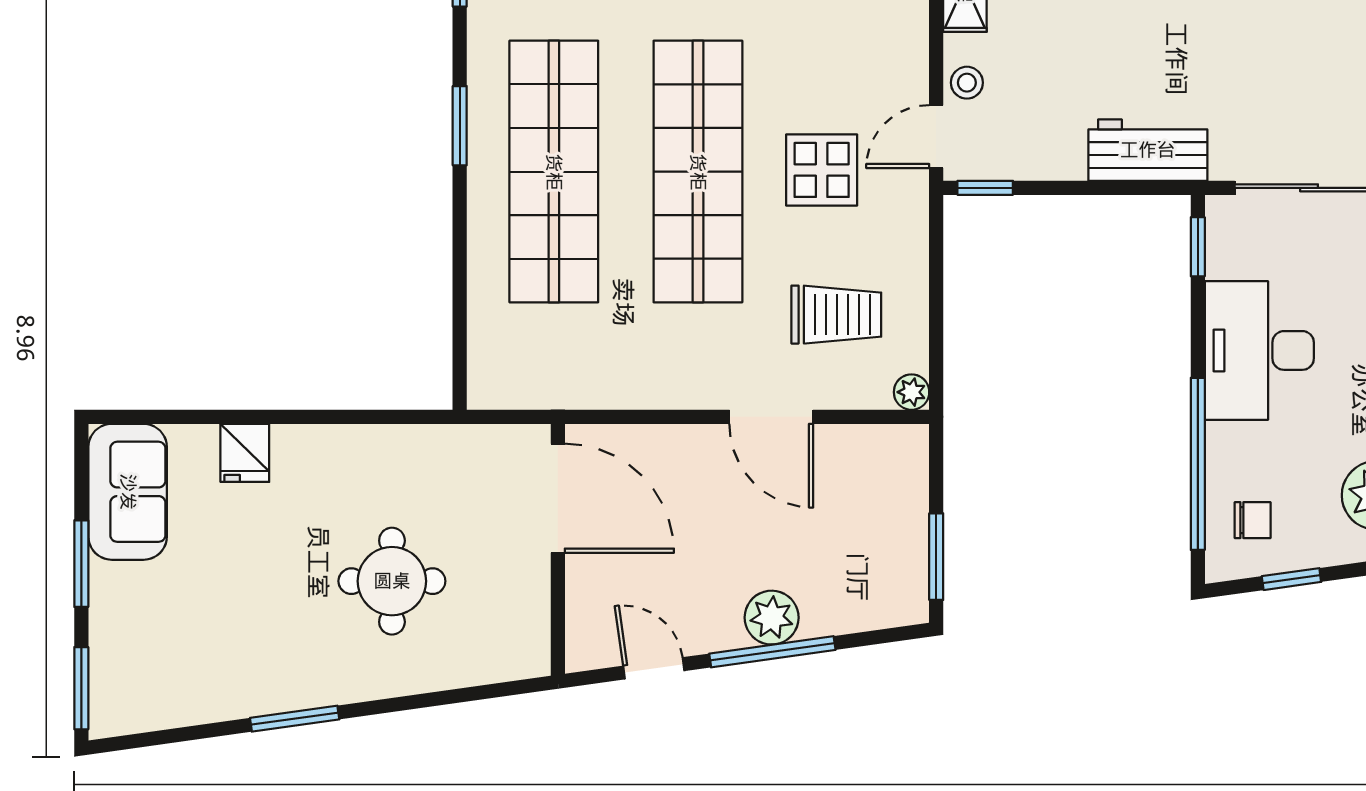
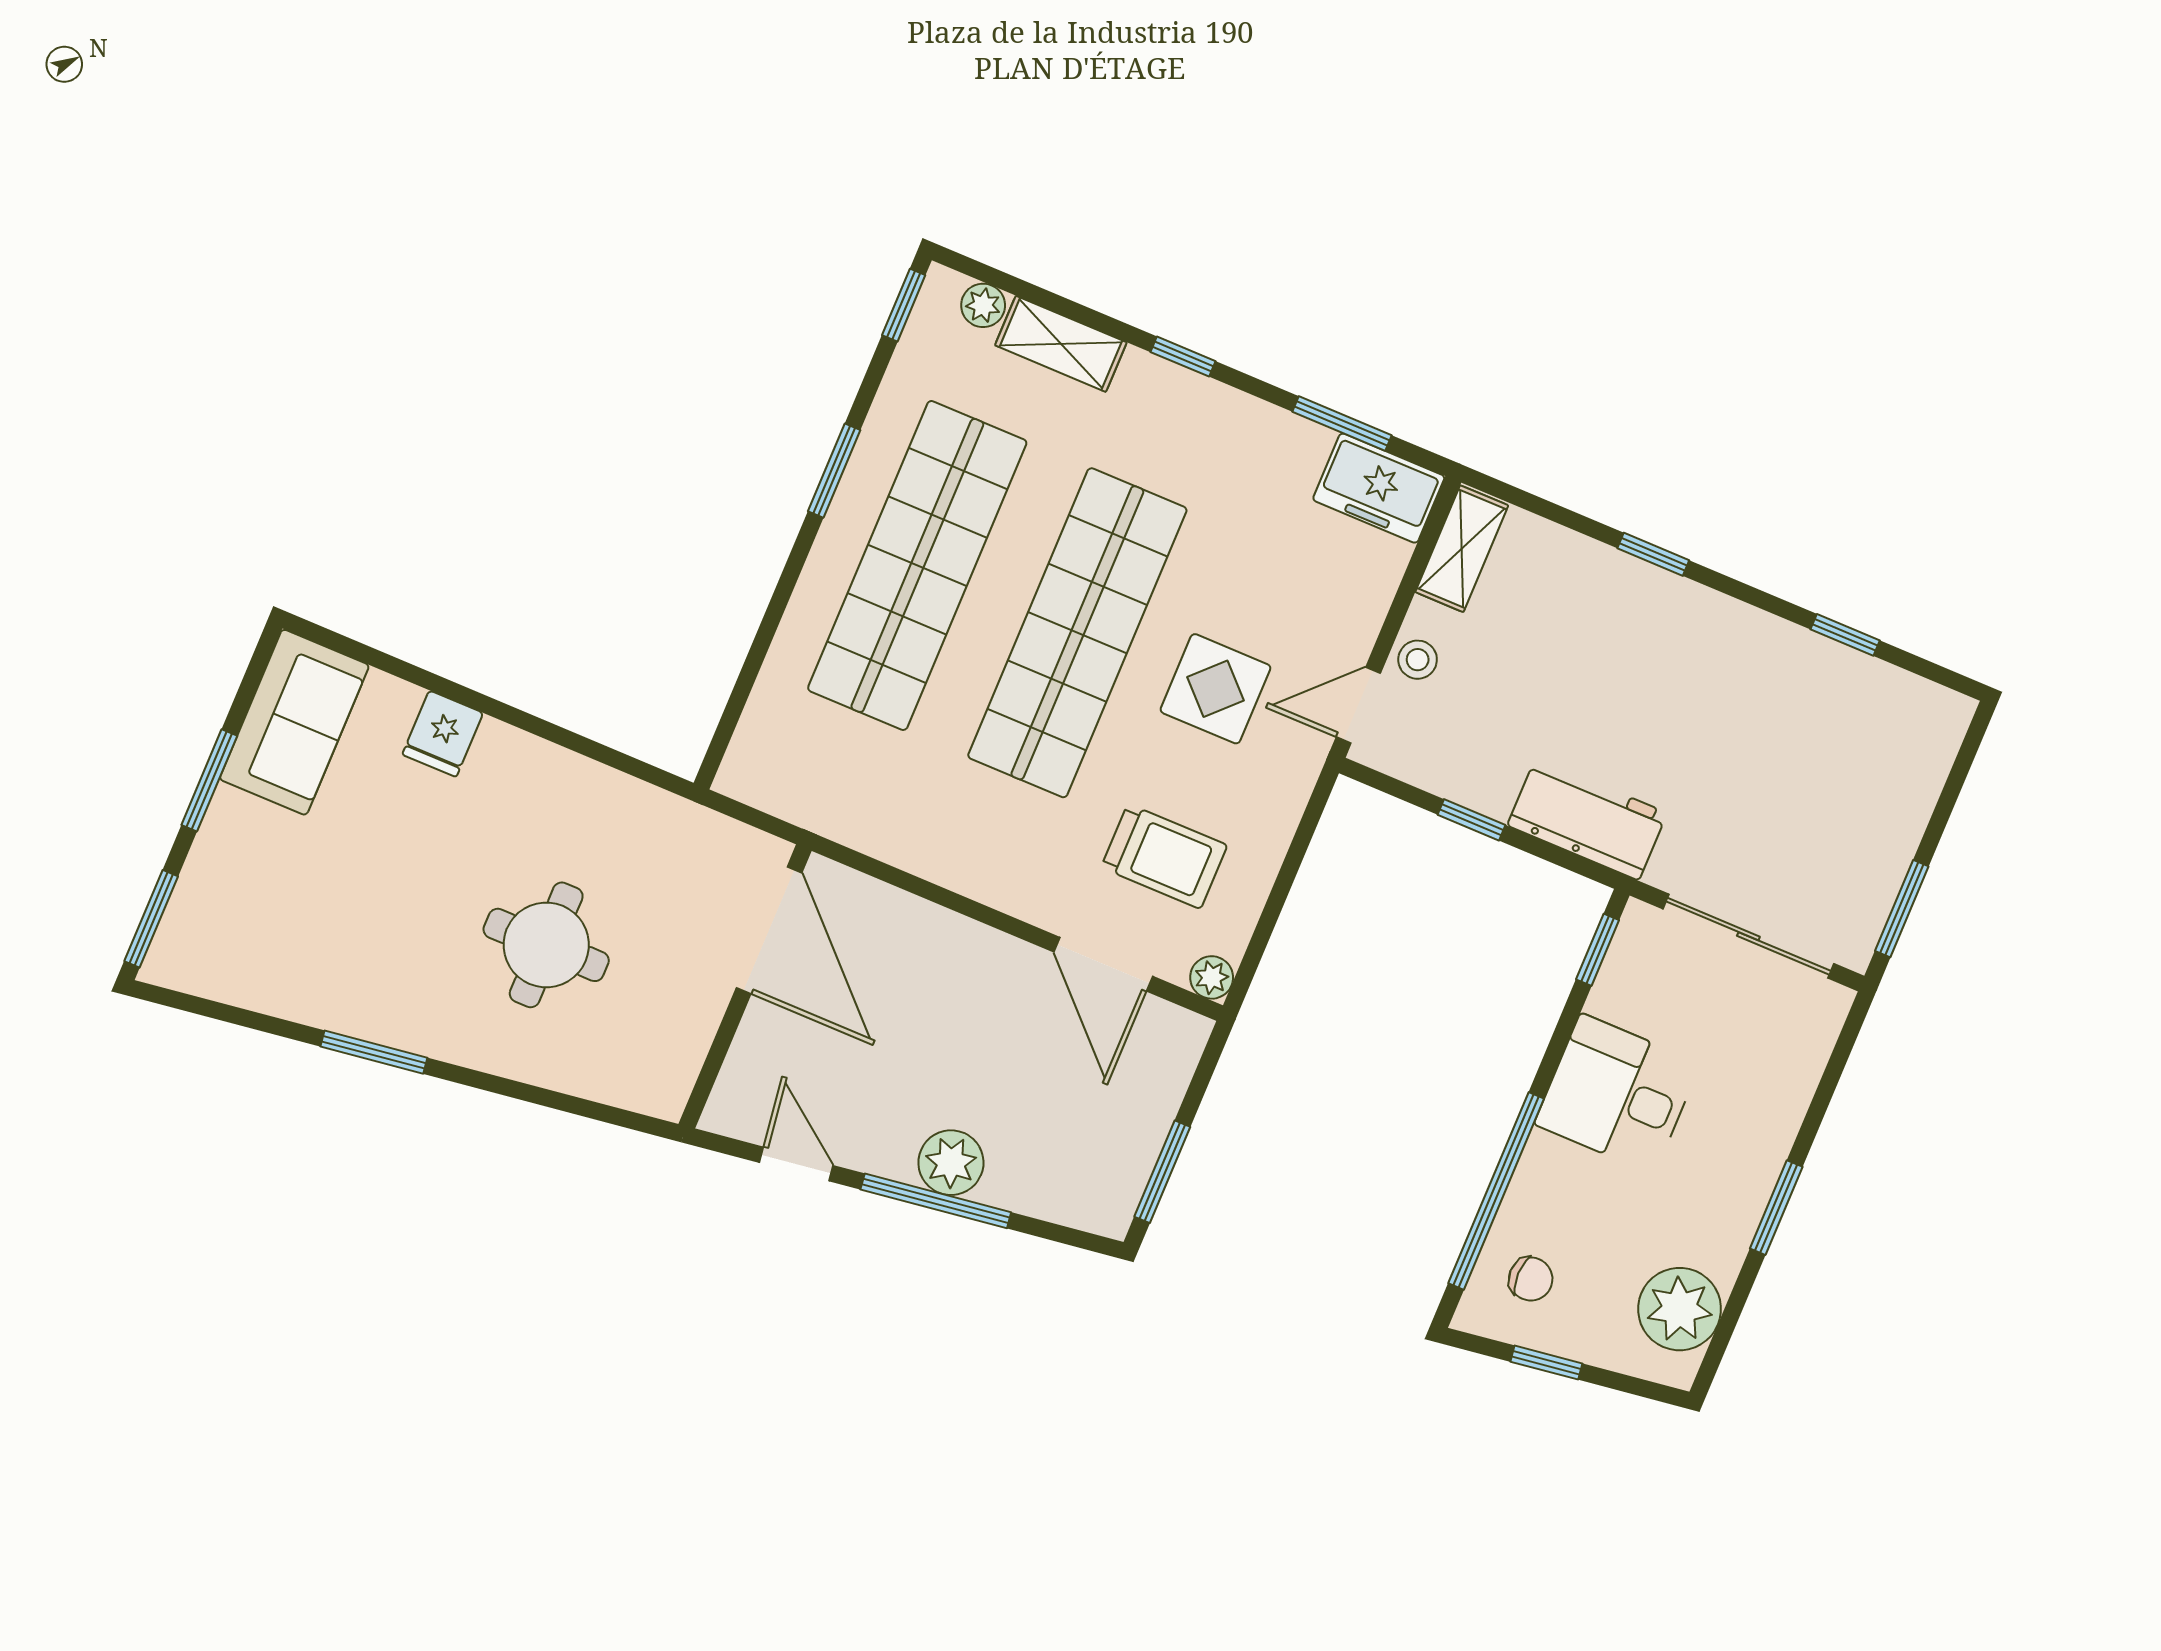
window: (985, 188) -> (1471, 820), moved
desk: (1259, 350) -> (1617, 1094), width x0.73
door: (771, 417) -> (1103, 964), moved

